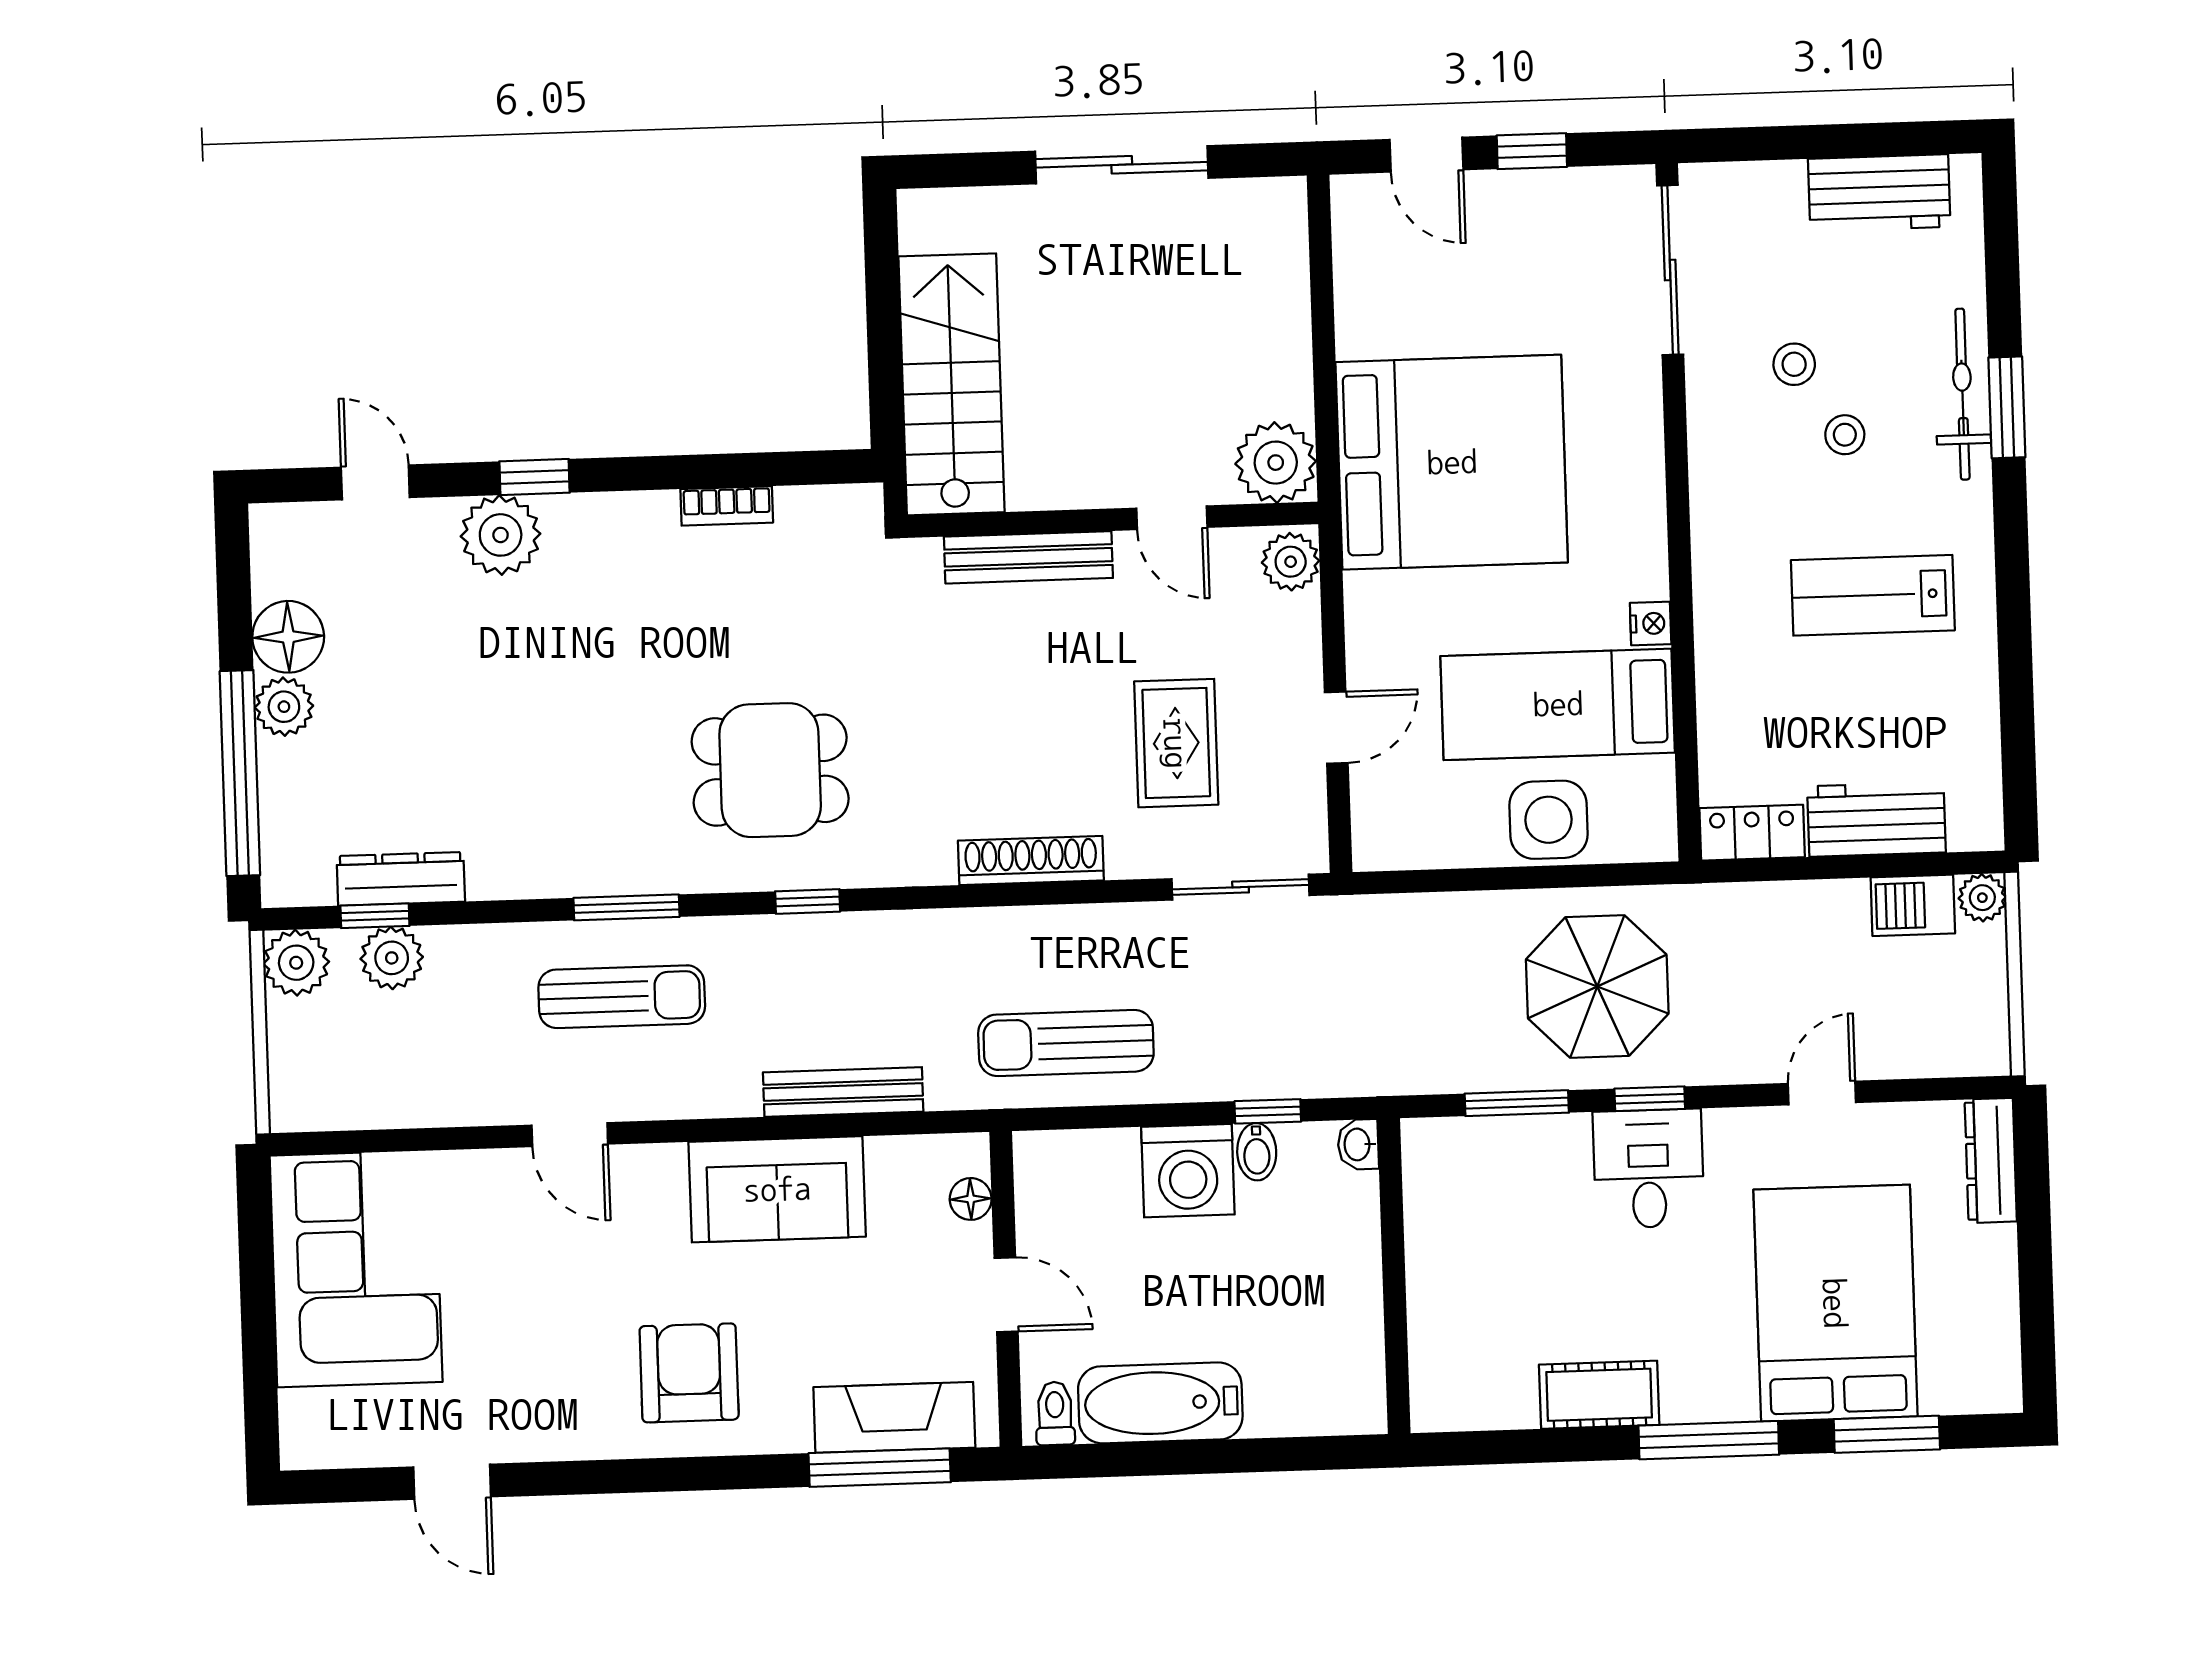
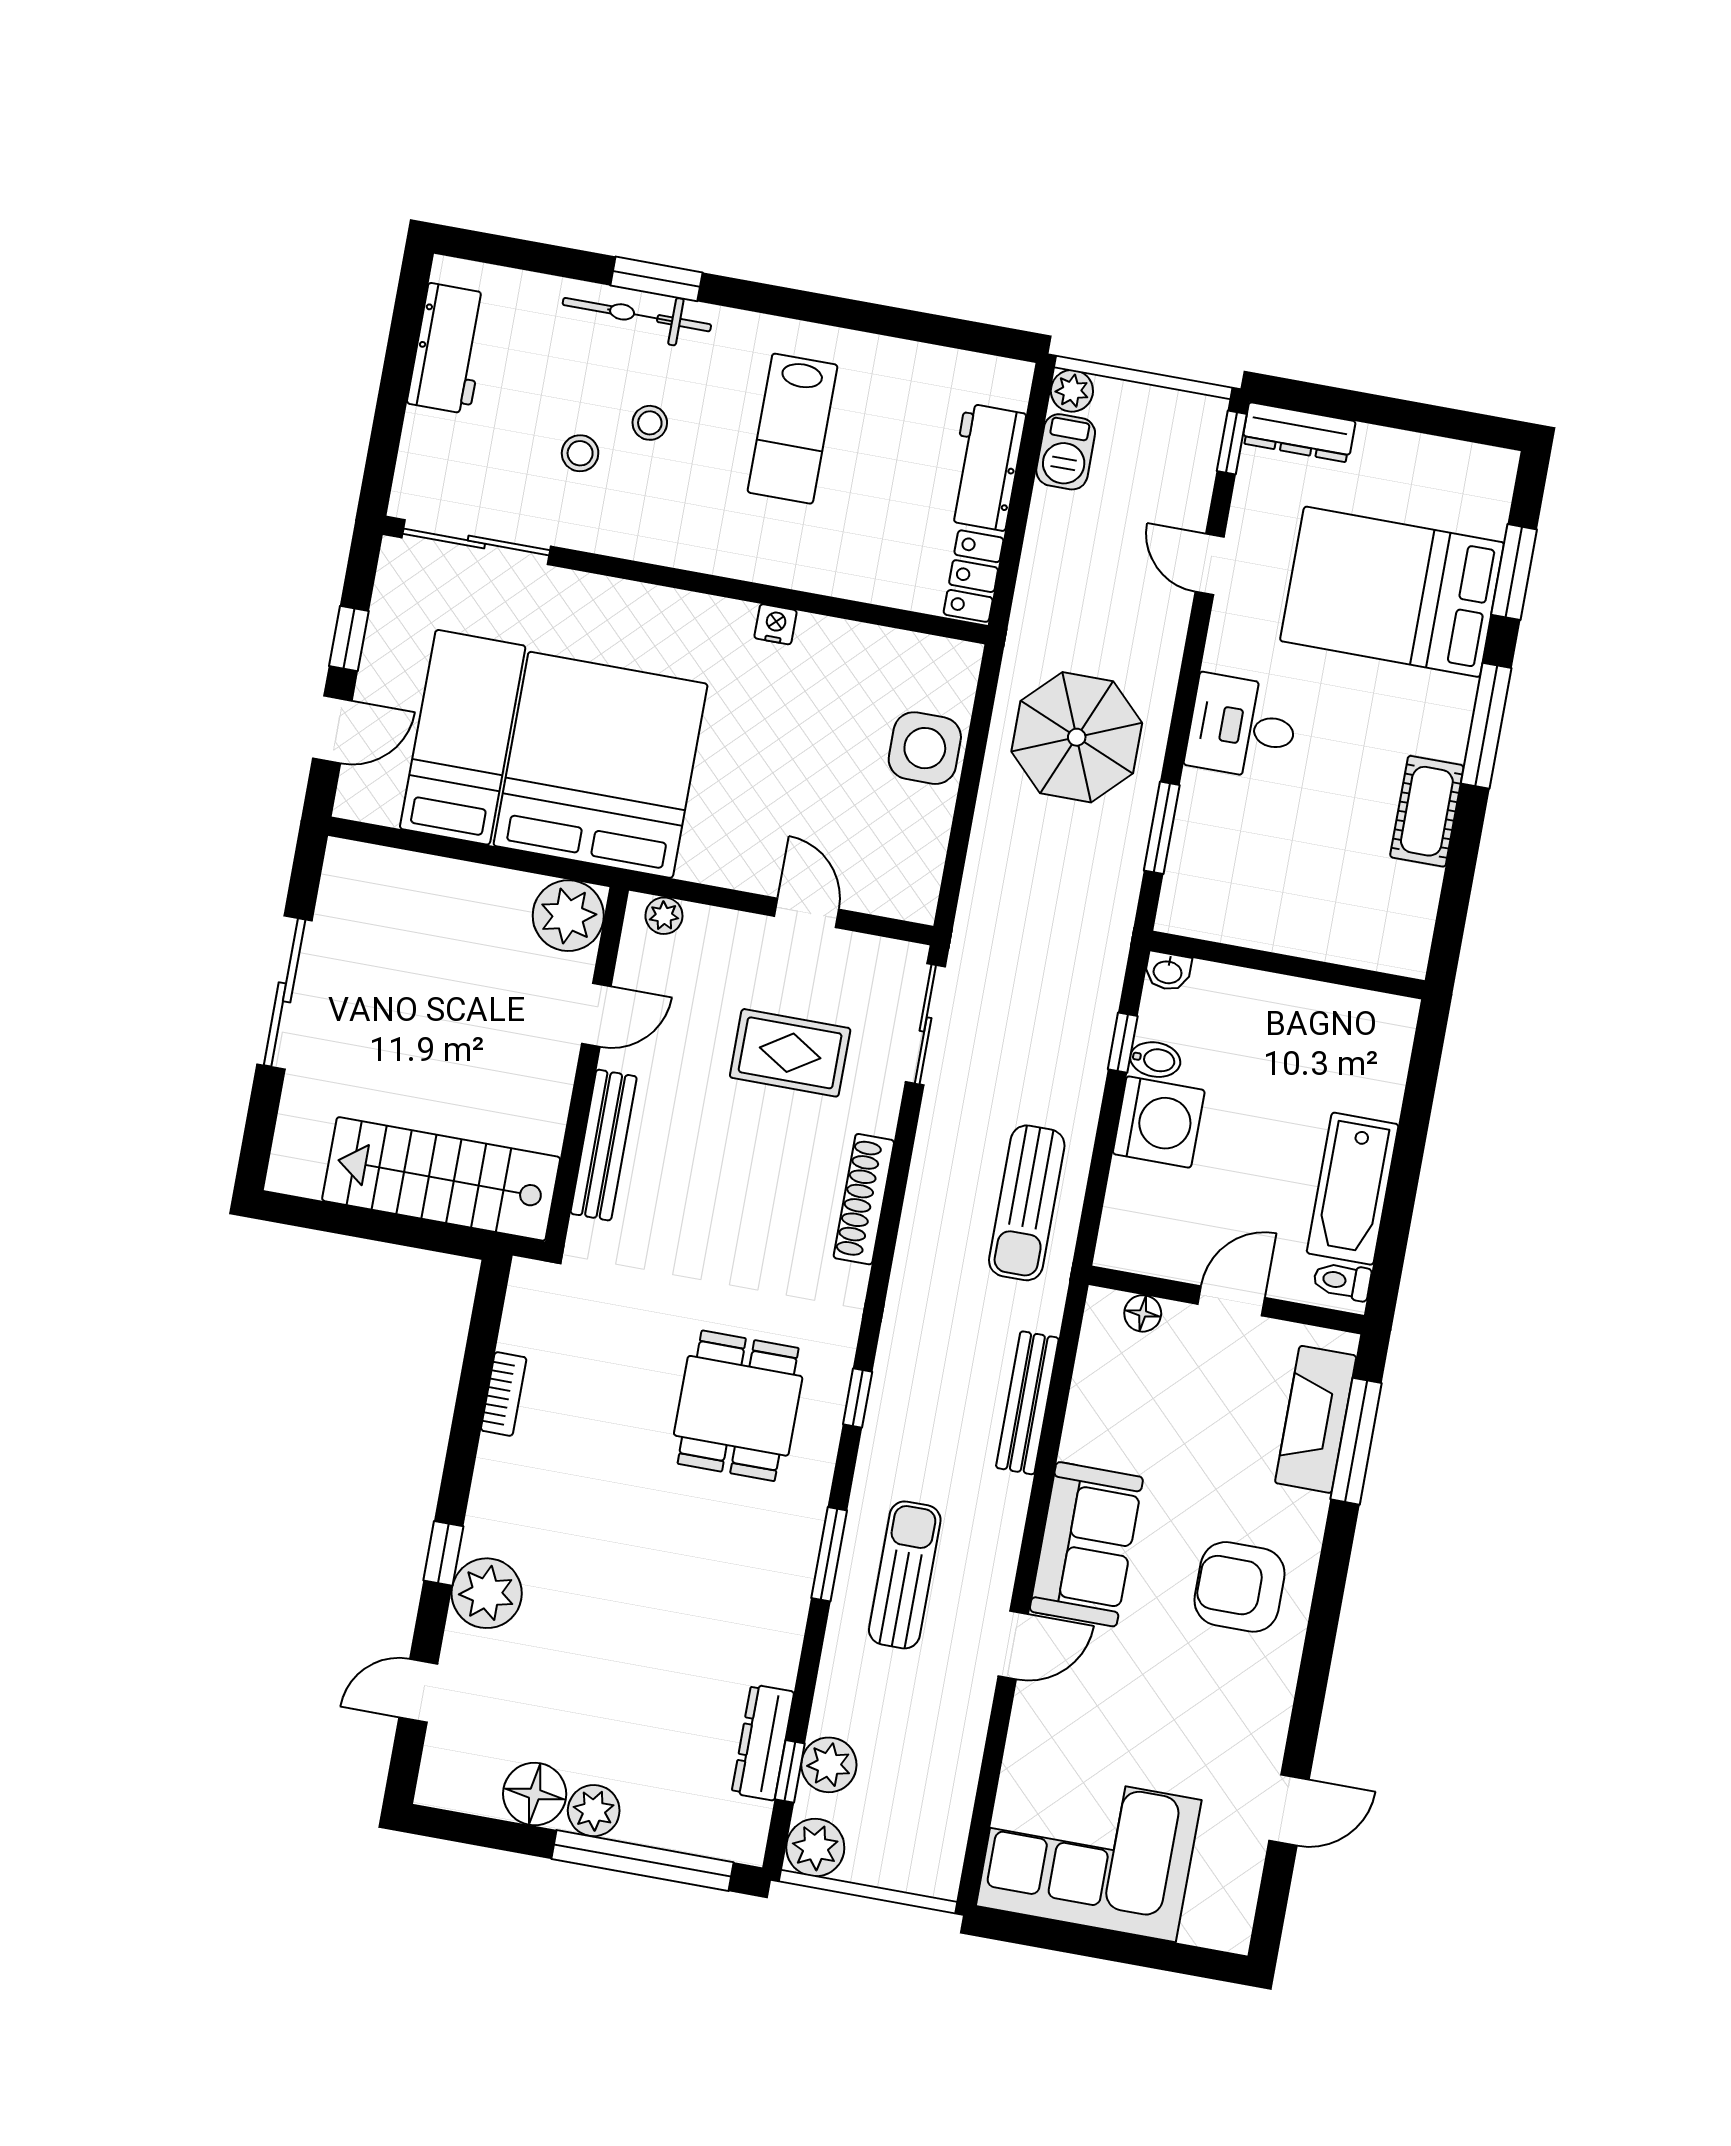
plant: (1291, 562) -> (664, 916), width x0.73, depth x0.73
bed: (1558, 704) -> (463, 737), moved, turned 180
window: (1650, 1099) -> (1232, 442), moved
sofa: (777, 1189) -> (1086, 1544), moved

